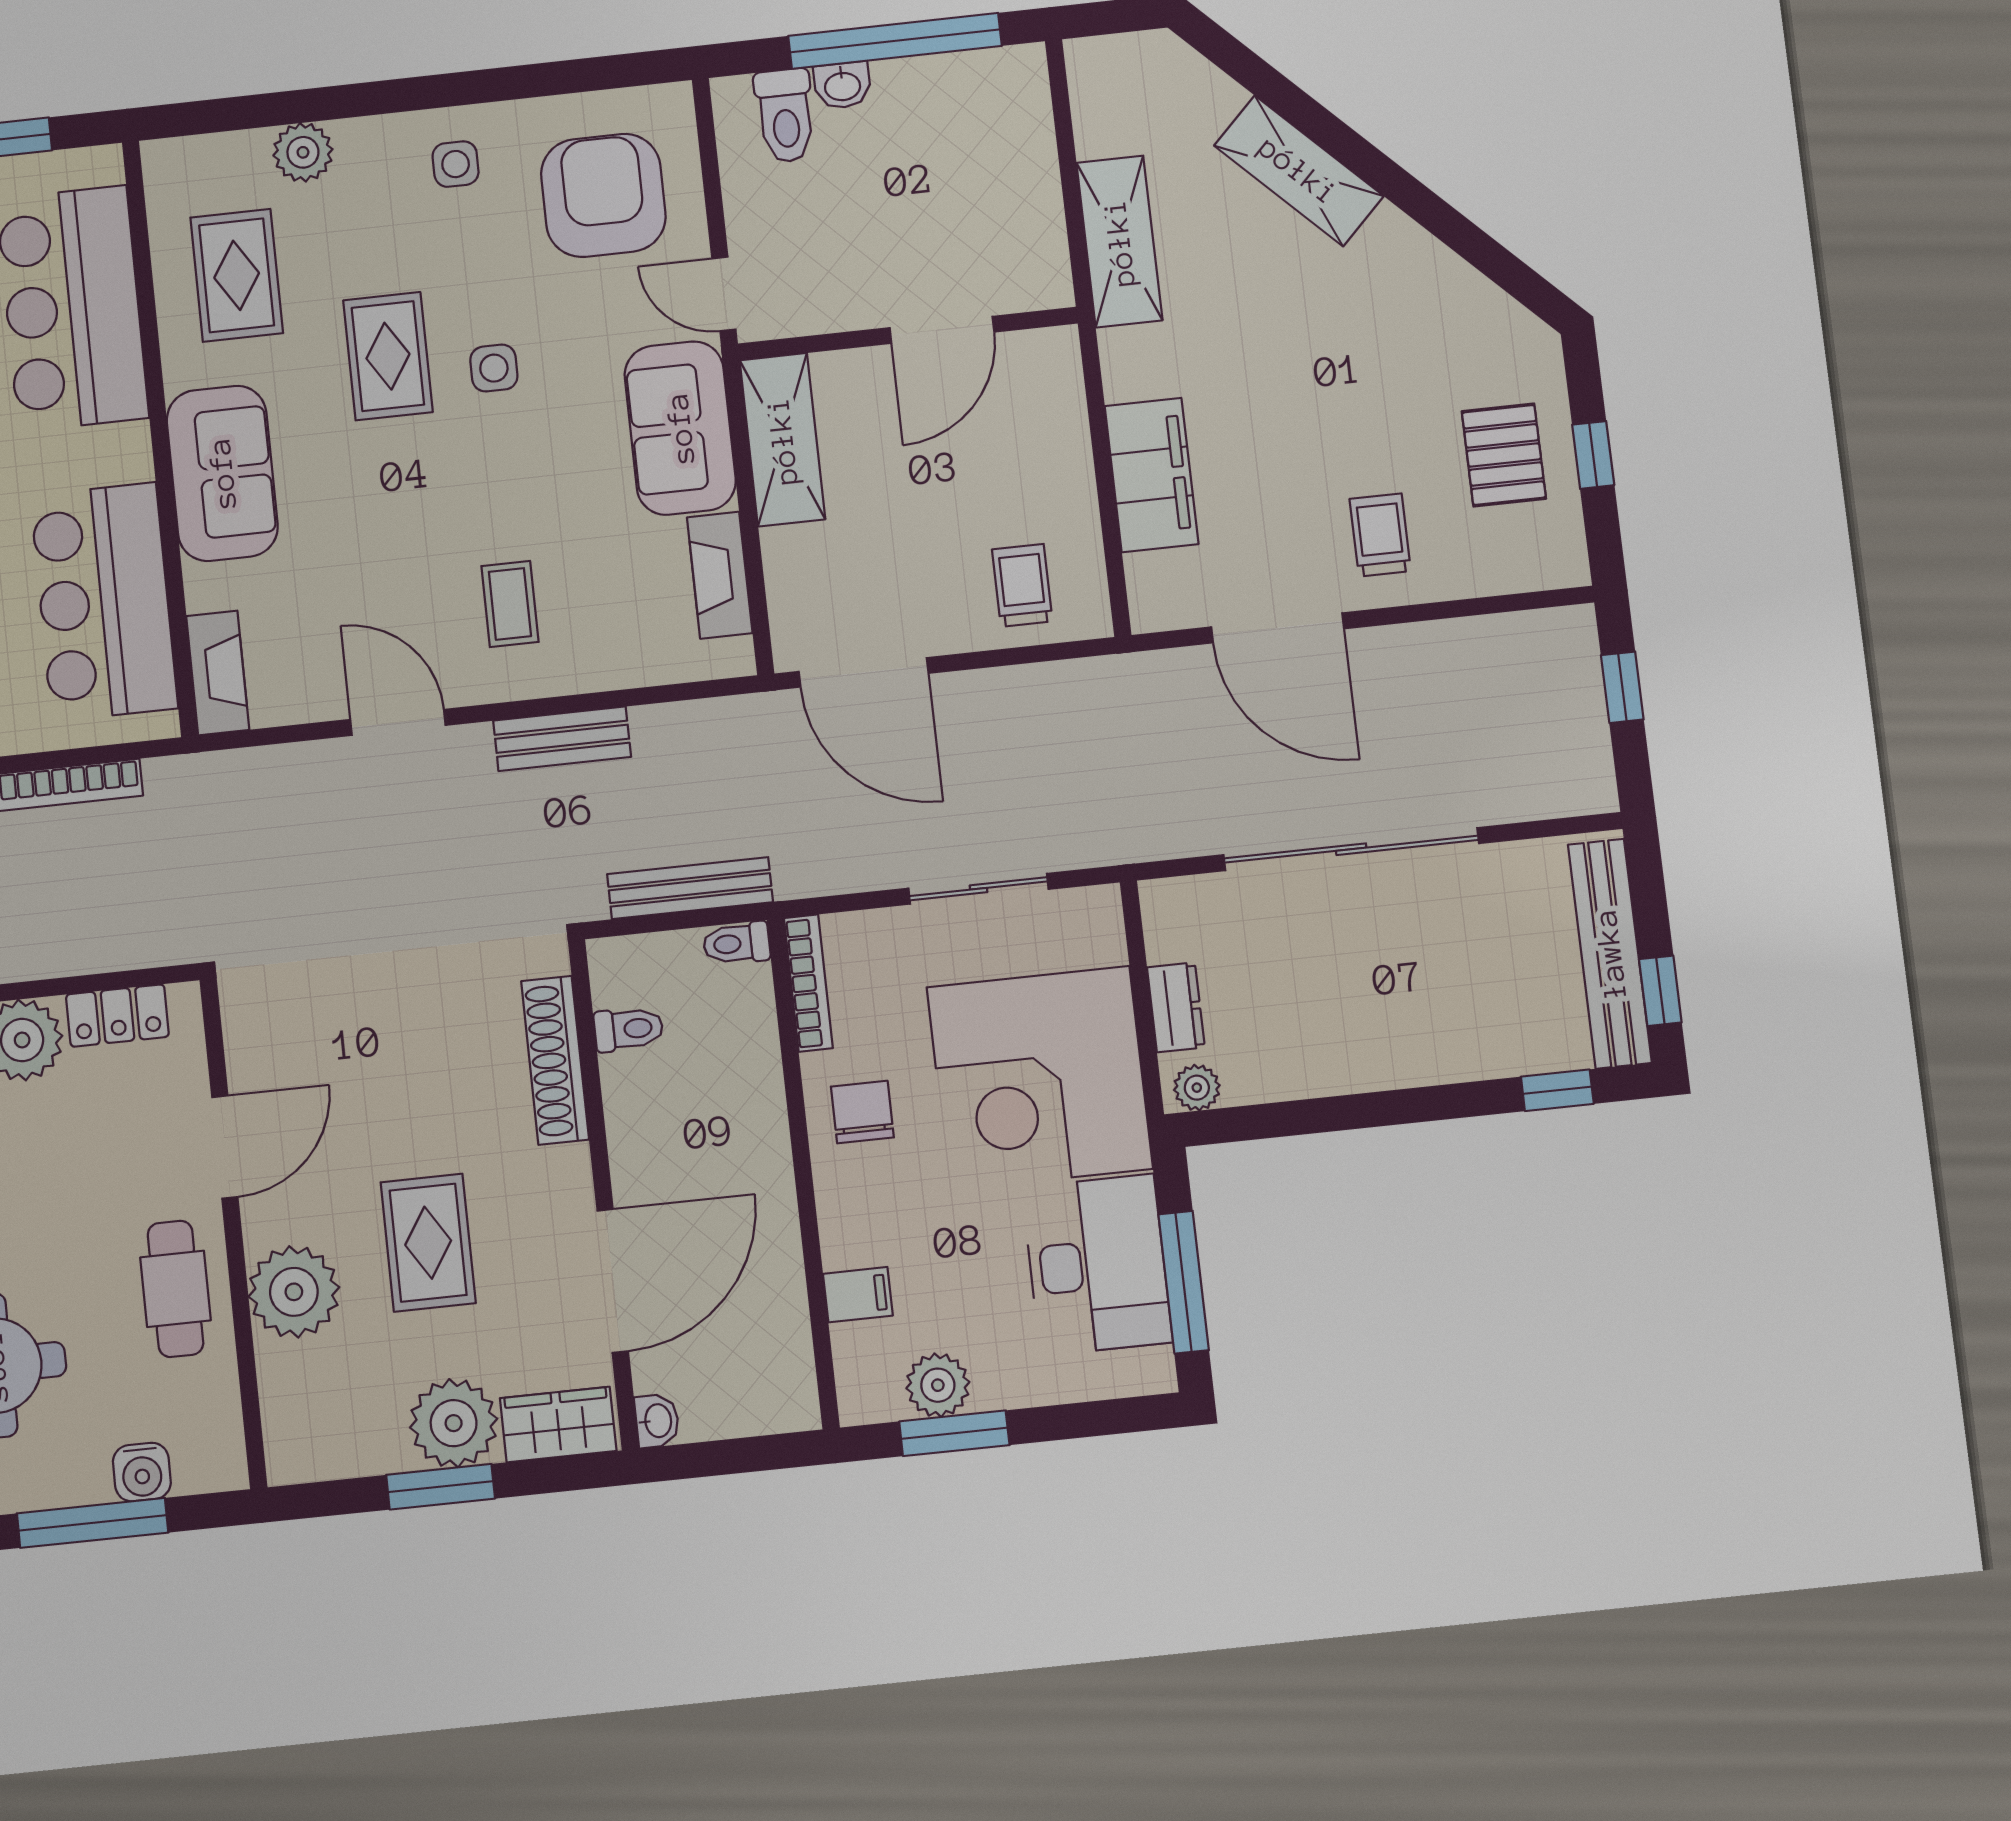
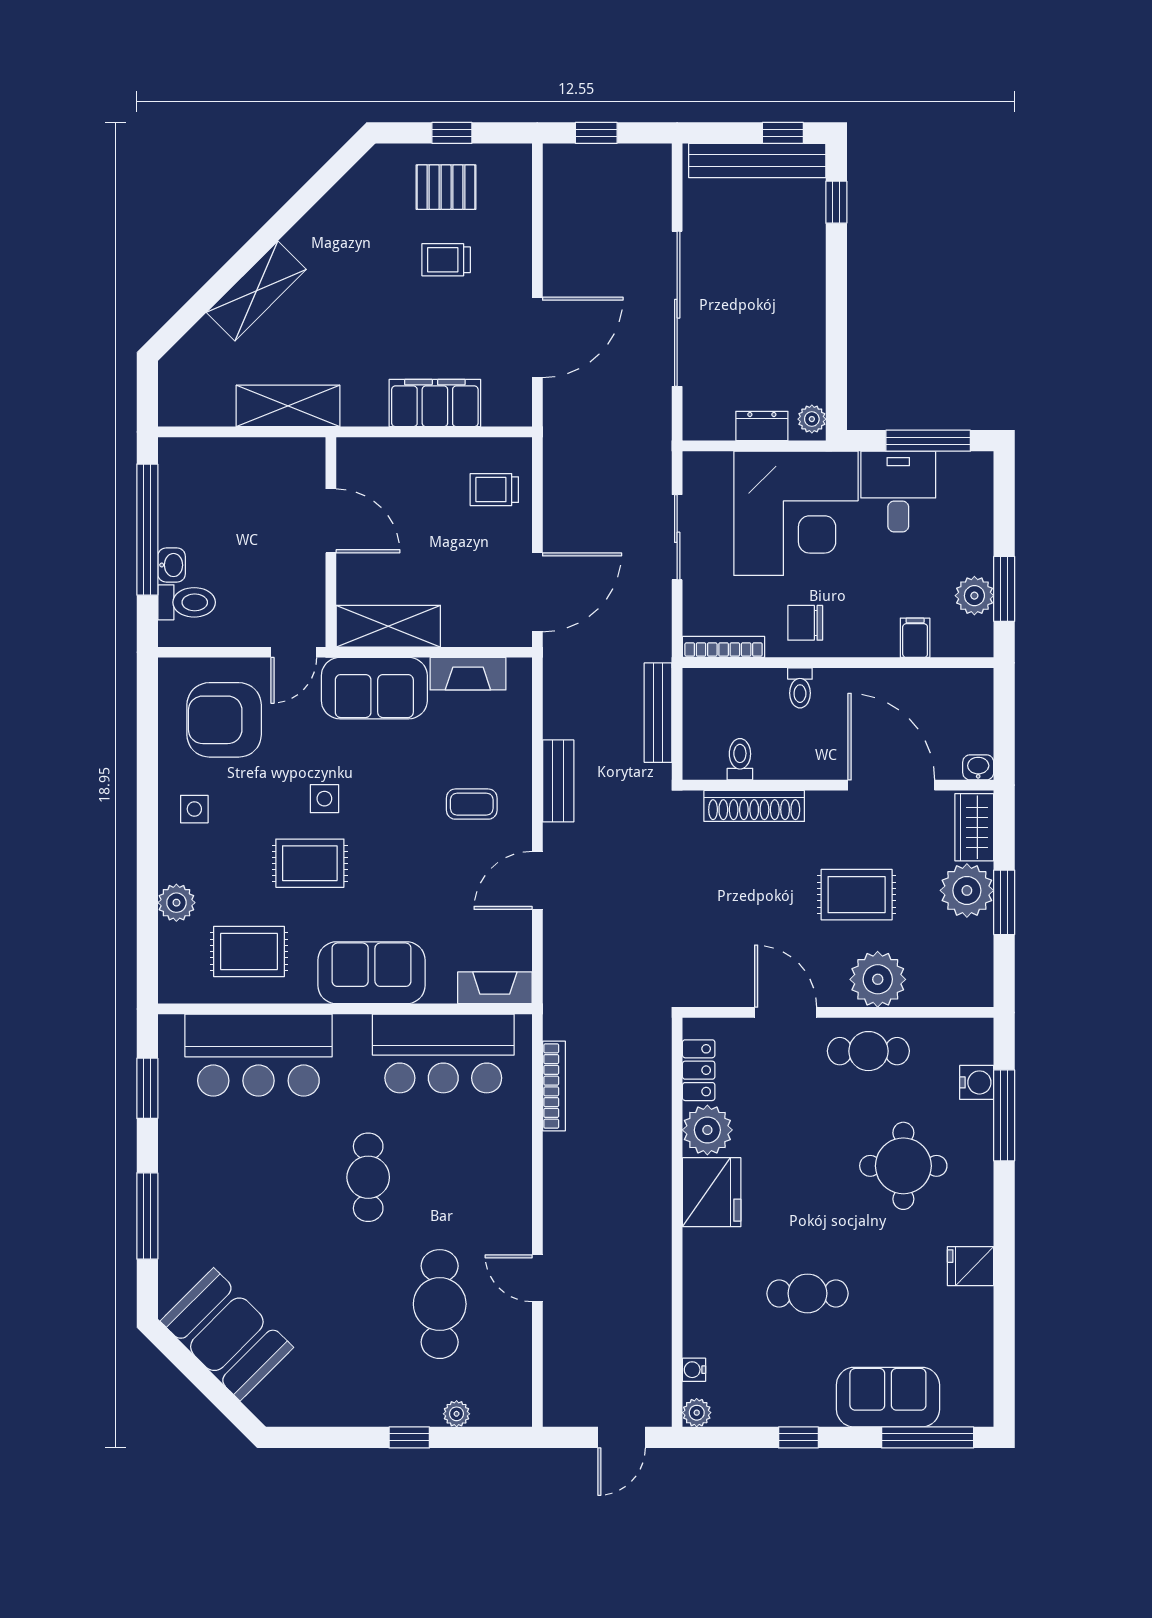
trolley: (1380, 535) -> (446, 260), moved
toilet: (736, 943) -> (800, 688), moved
desk: (1097, 1265) -> (898, 491), width x0.73

